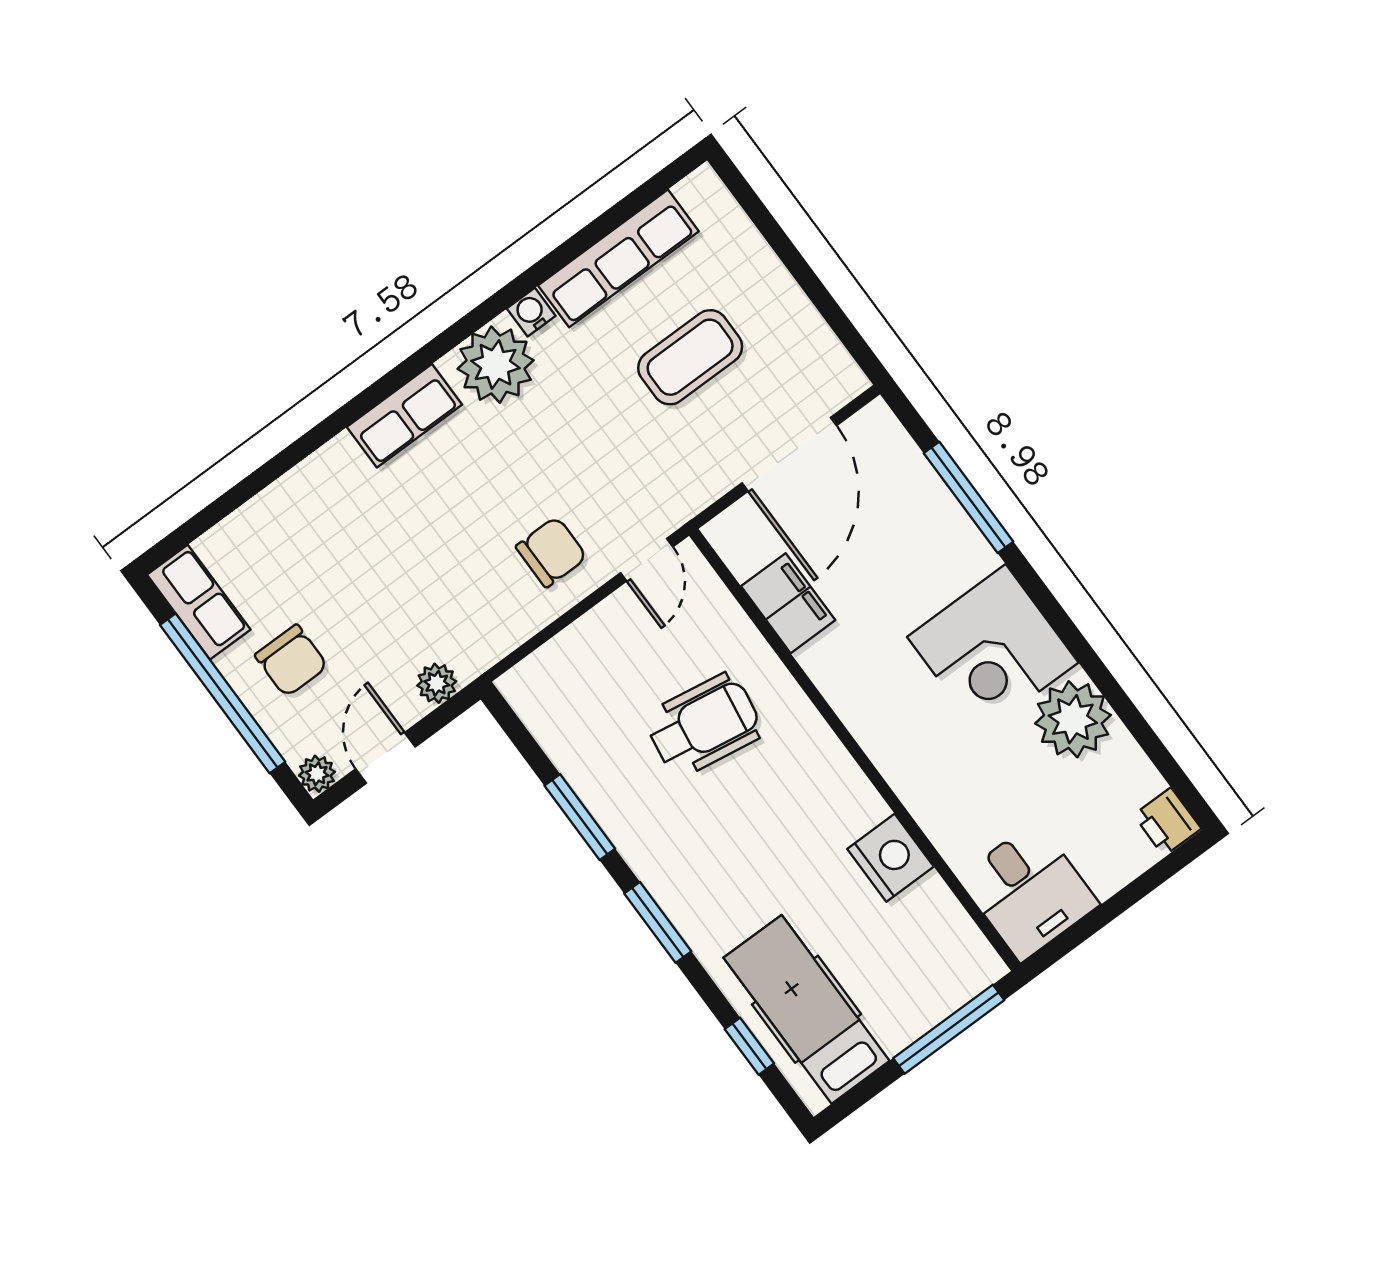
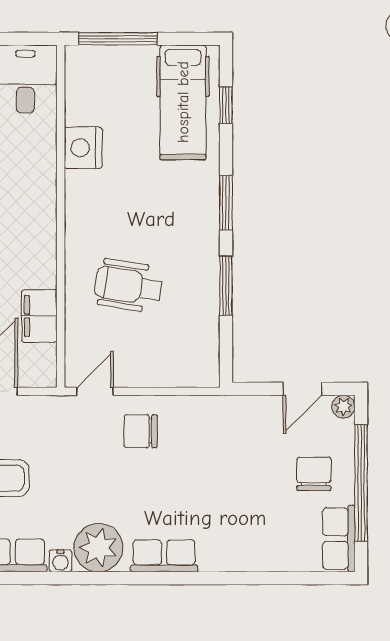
plant: (437, 683) -> (248, 408), removed

